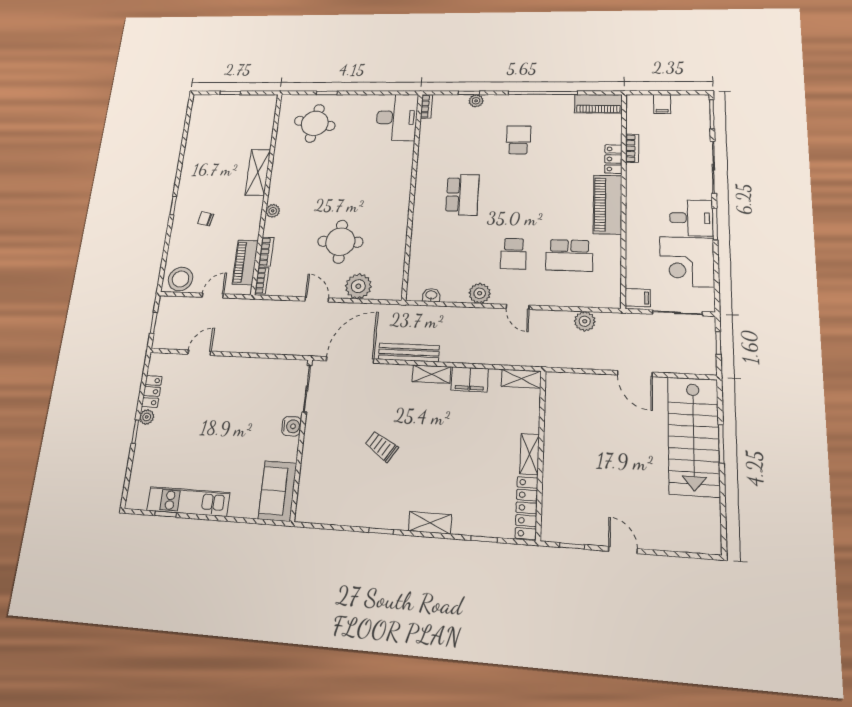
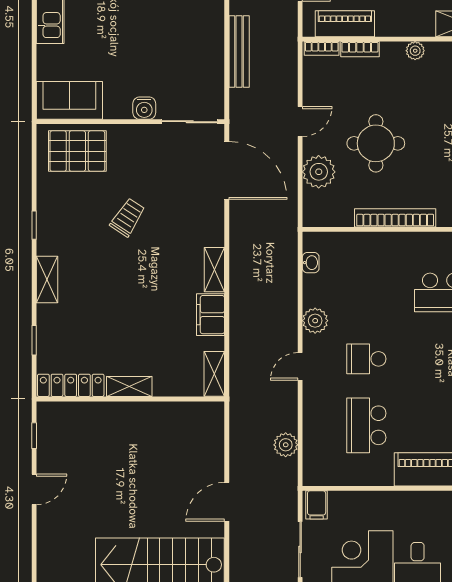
bookcase: (400, 229) -> (395, 218), added
bench: (409, 353) -> (239, 52), moved
pallet: (321, 487) -> (77, 151), added

